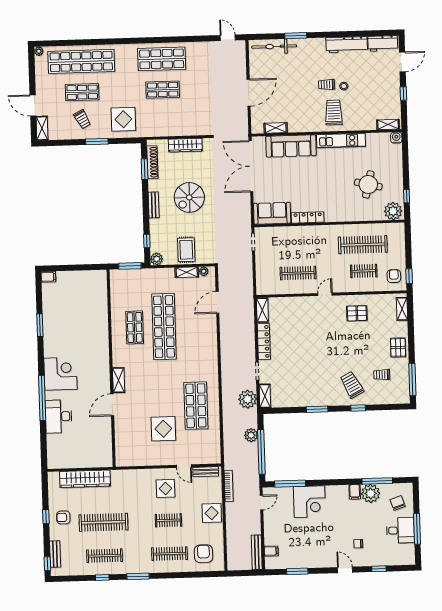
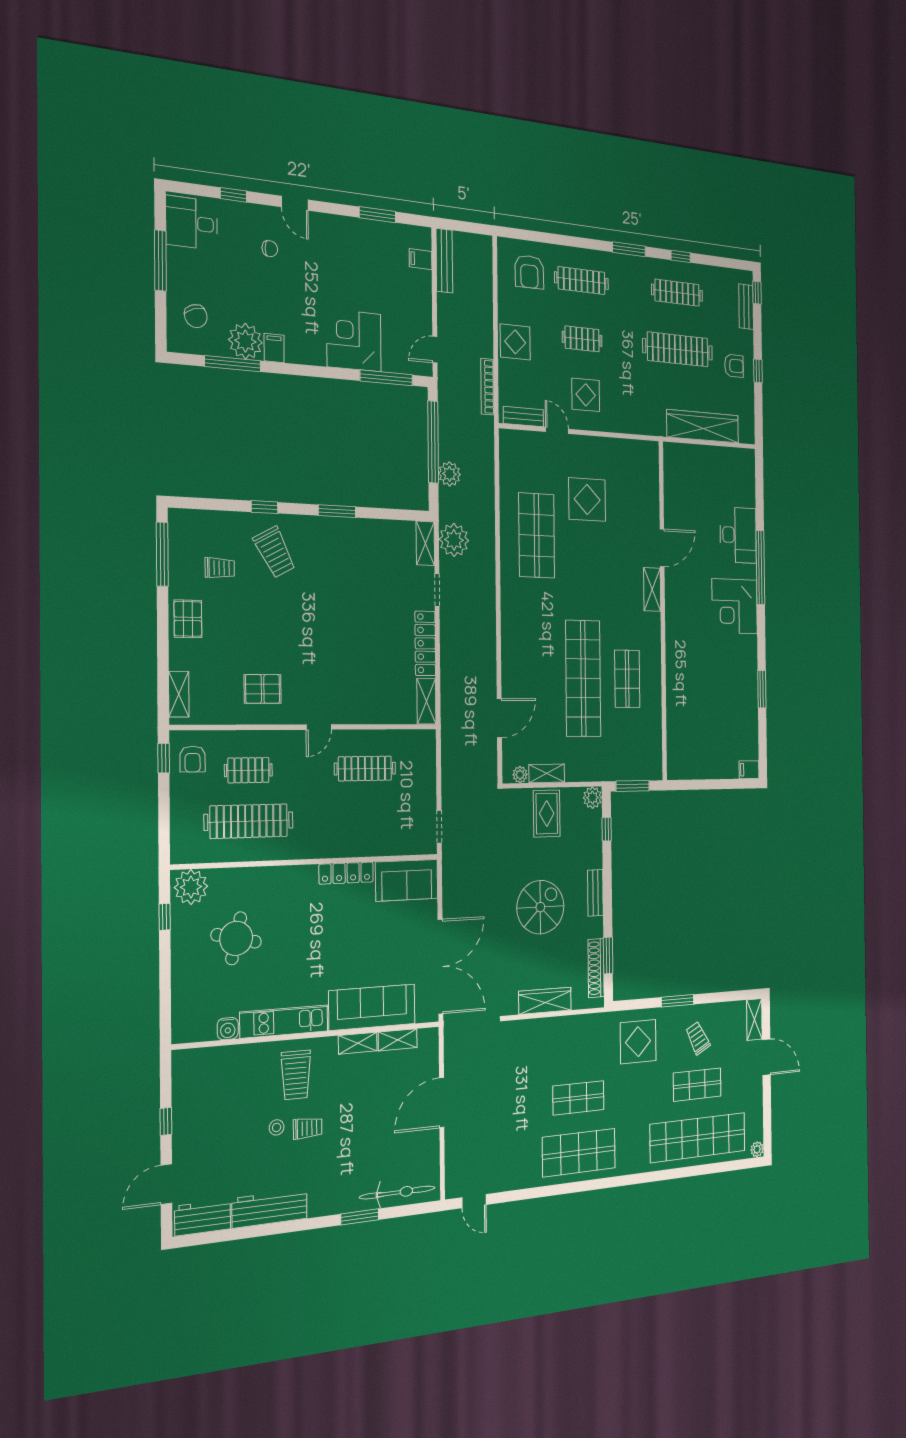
shelving: (388, 125) -> (358, 1043), moved
water cooler: (396, 138) -> (228, 1029), moved
desk: (400, 530) -> (192, 223), moved

